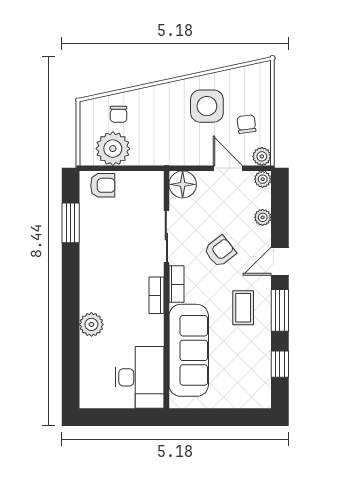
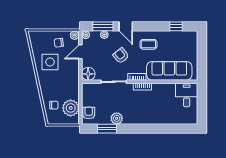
window: (280, 310) -> (103, 26), moved
plant: (91, 324) -> (117, 118), moved
desk: (139, 377) -> (187, 95), width x0.73

